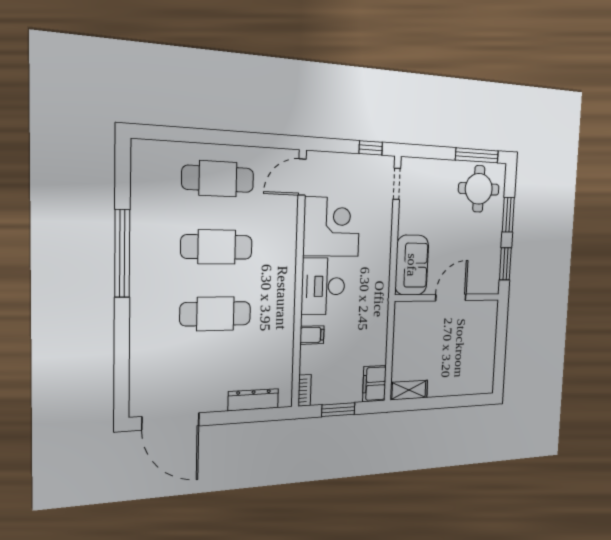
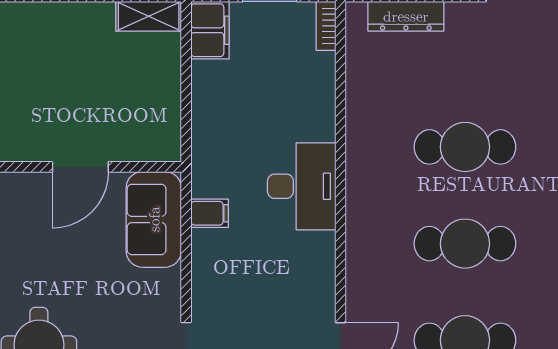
corner desk: (332, 227) -> (291, 277), removed
filing cabinet: (312, 335) -> (210, 213), moved, turned 180

